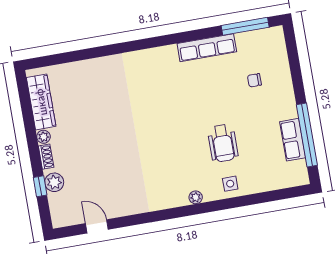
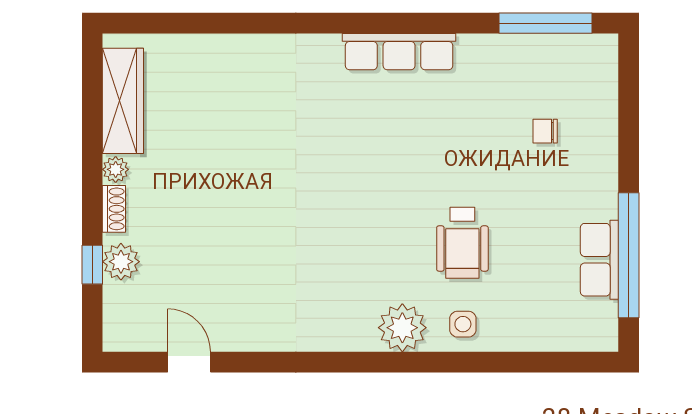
row of seats: (207, 48) -> (399, 52), moved
plant: (196, 197) -> (402, 328), width x1.88, depth x1.88

